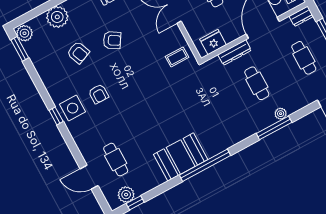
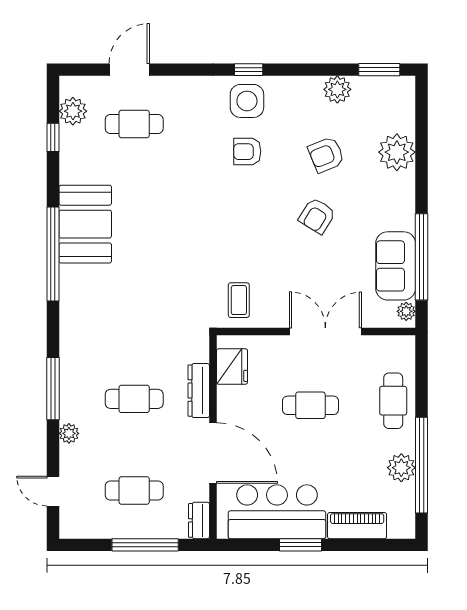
plant: (24, 33) -> (337, 89), moved
plant: (281, 114) -> (69, 433), moved
window: (135, 203) -> (53, 137), moved

